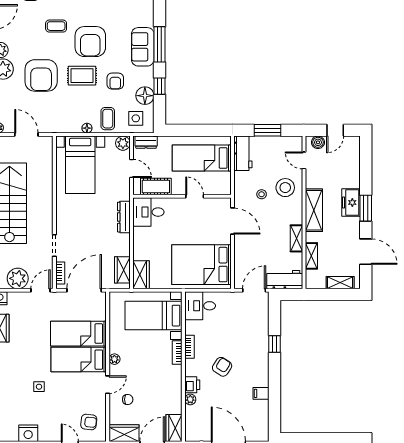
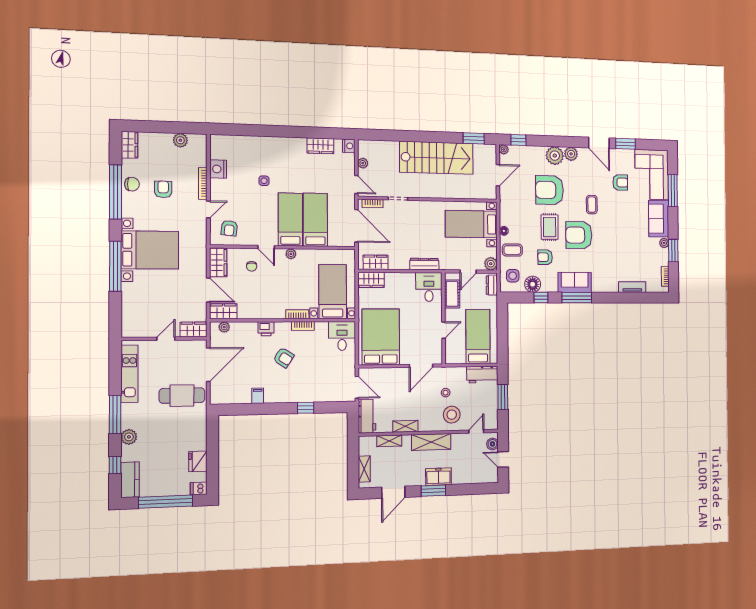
plant: (18, 278) -> (363, 163), width x0.53, depth x0.53
plant: (190, 399) -> (224, 327), moved

